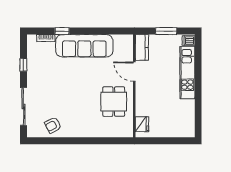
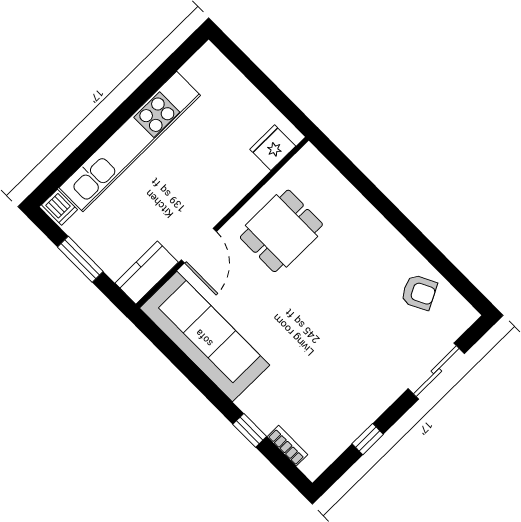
sofa: (84, 46) -> (205, 337), moved
kitchen unit: (187, 73) -> (130, 142), width x1.36
sliding door: (23, 107) -> (436, 371), width x0.73

